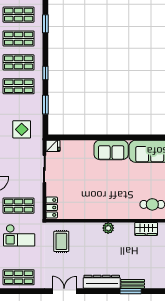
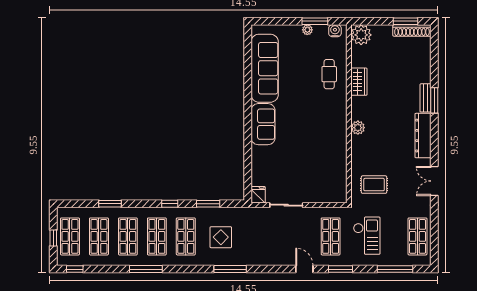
display table: (22, 129) -> (221, 237), moved
locker: (52, 207) -> (333, 196), removed

